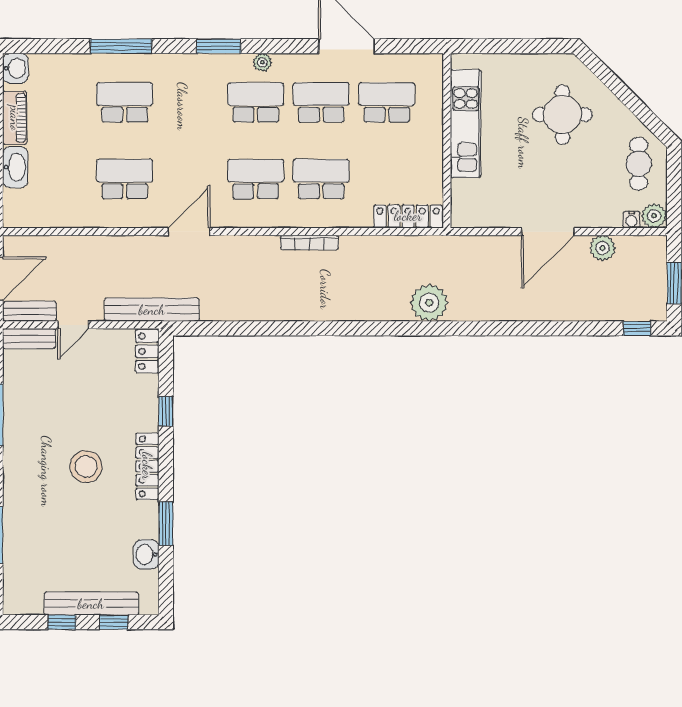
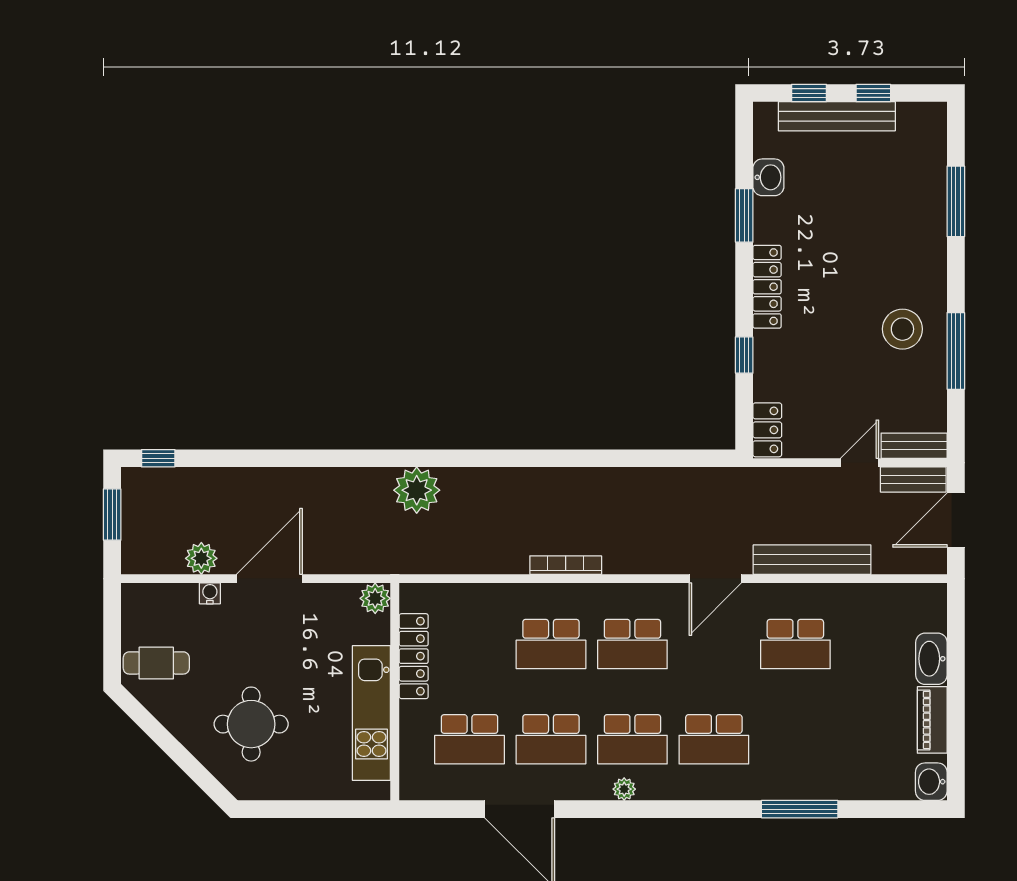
window: (219, 46) -> (678, 809), removed
school desk: (125, 102) -> (714, 739), moved
cafe table: (639, 164) -> (156, 663), turned 90
locker: (408, 216) -> (414, 656), moved, turned -90
plant: (654, 216) -> (375, 598), moved
water cooler: (631, 220) -> (210, 593), moved
bench: (152, 310) -> (812, 560), moved
stool: (86, 467) -> (902, 329), moved

